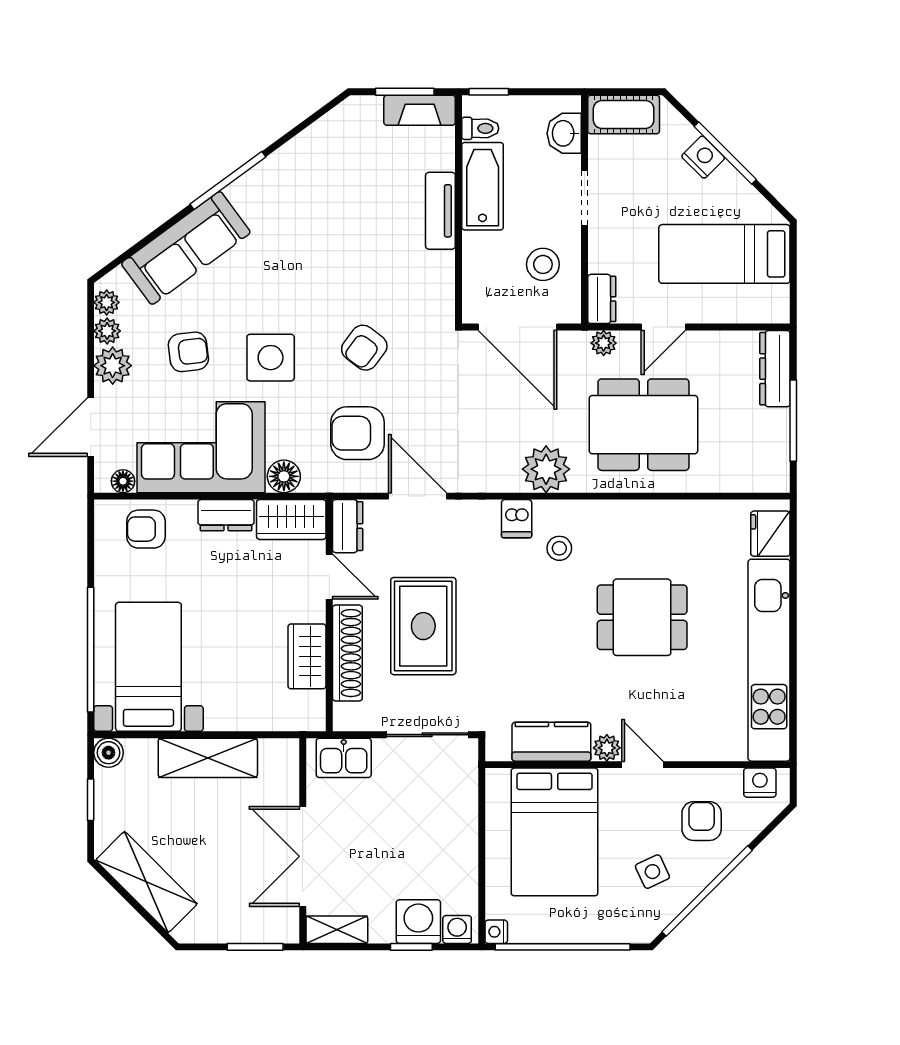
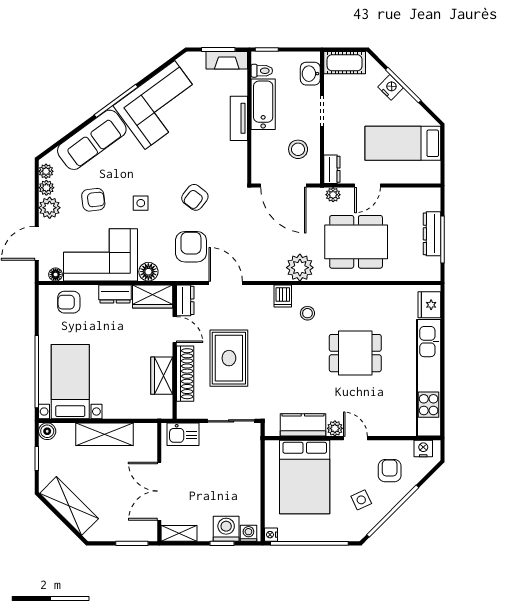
corner sofa: (304, 188) -> (160, 105), added
side table: (271, 358) -> (141, 203), width x0.54, depth x0.54
dresser: (775, 369) -> (432, 234), moved
armchair: (358, 433) -> (191, 247), turned 90

